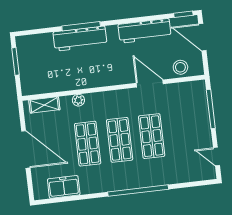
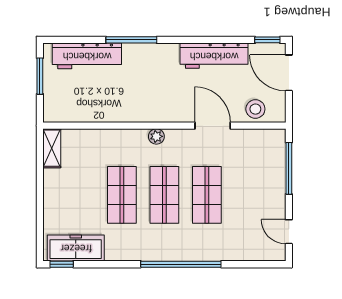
workbench: (80, 39) -> (87, 56), moved
plant: (78, 100) -> (156, 136), moved
shelving: (44, 105) -> (52, 148), moved, turned 90
door: (26, 149) -> (40, 193), removed
freezer: (64, 187) -> (76, 248), width x1.40
window: (49, 201) -> (62, 264), added

